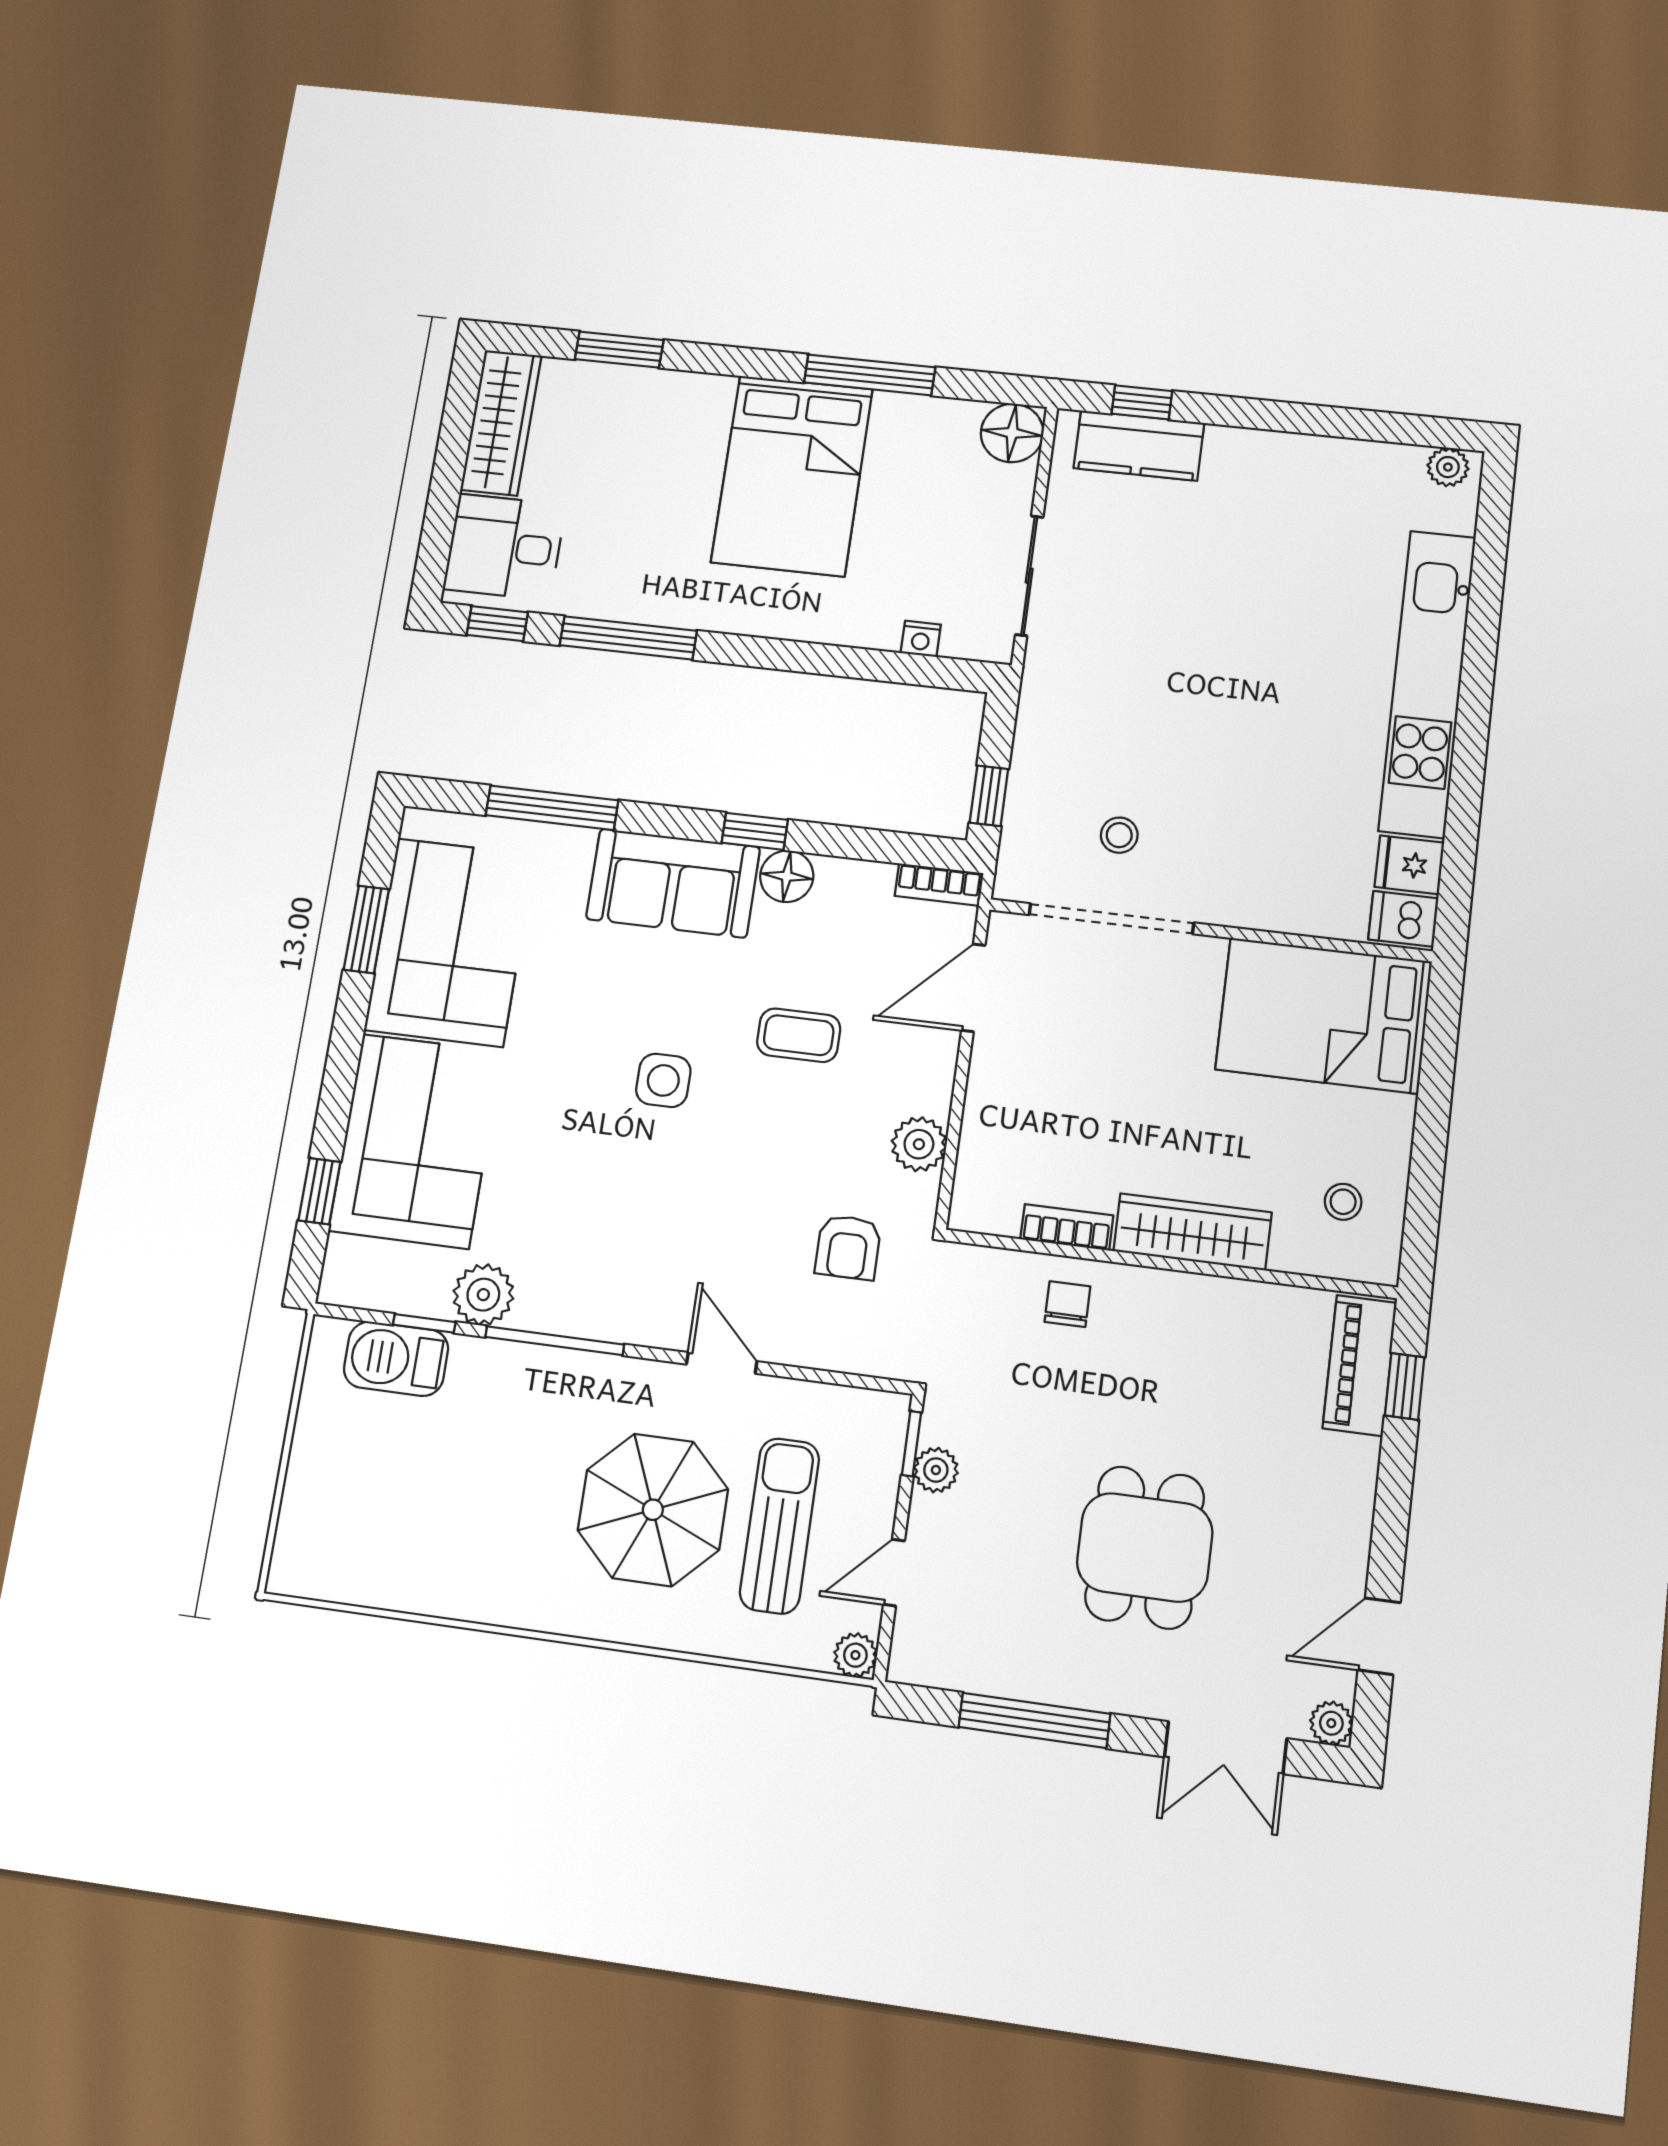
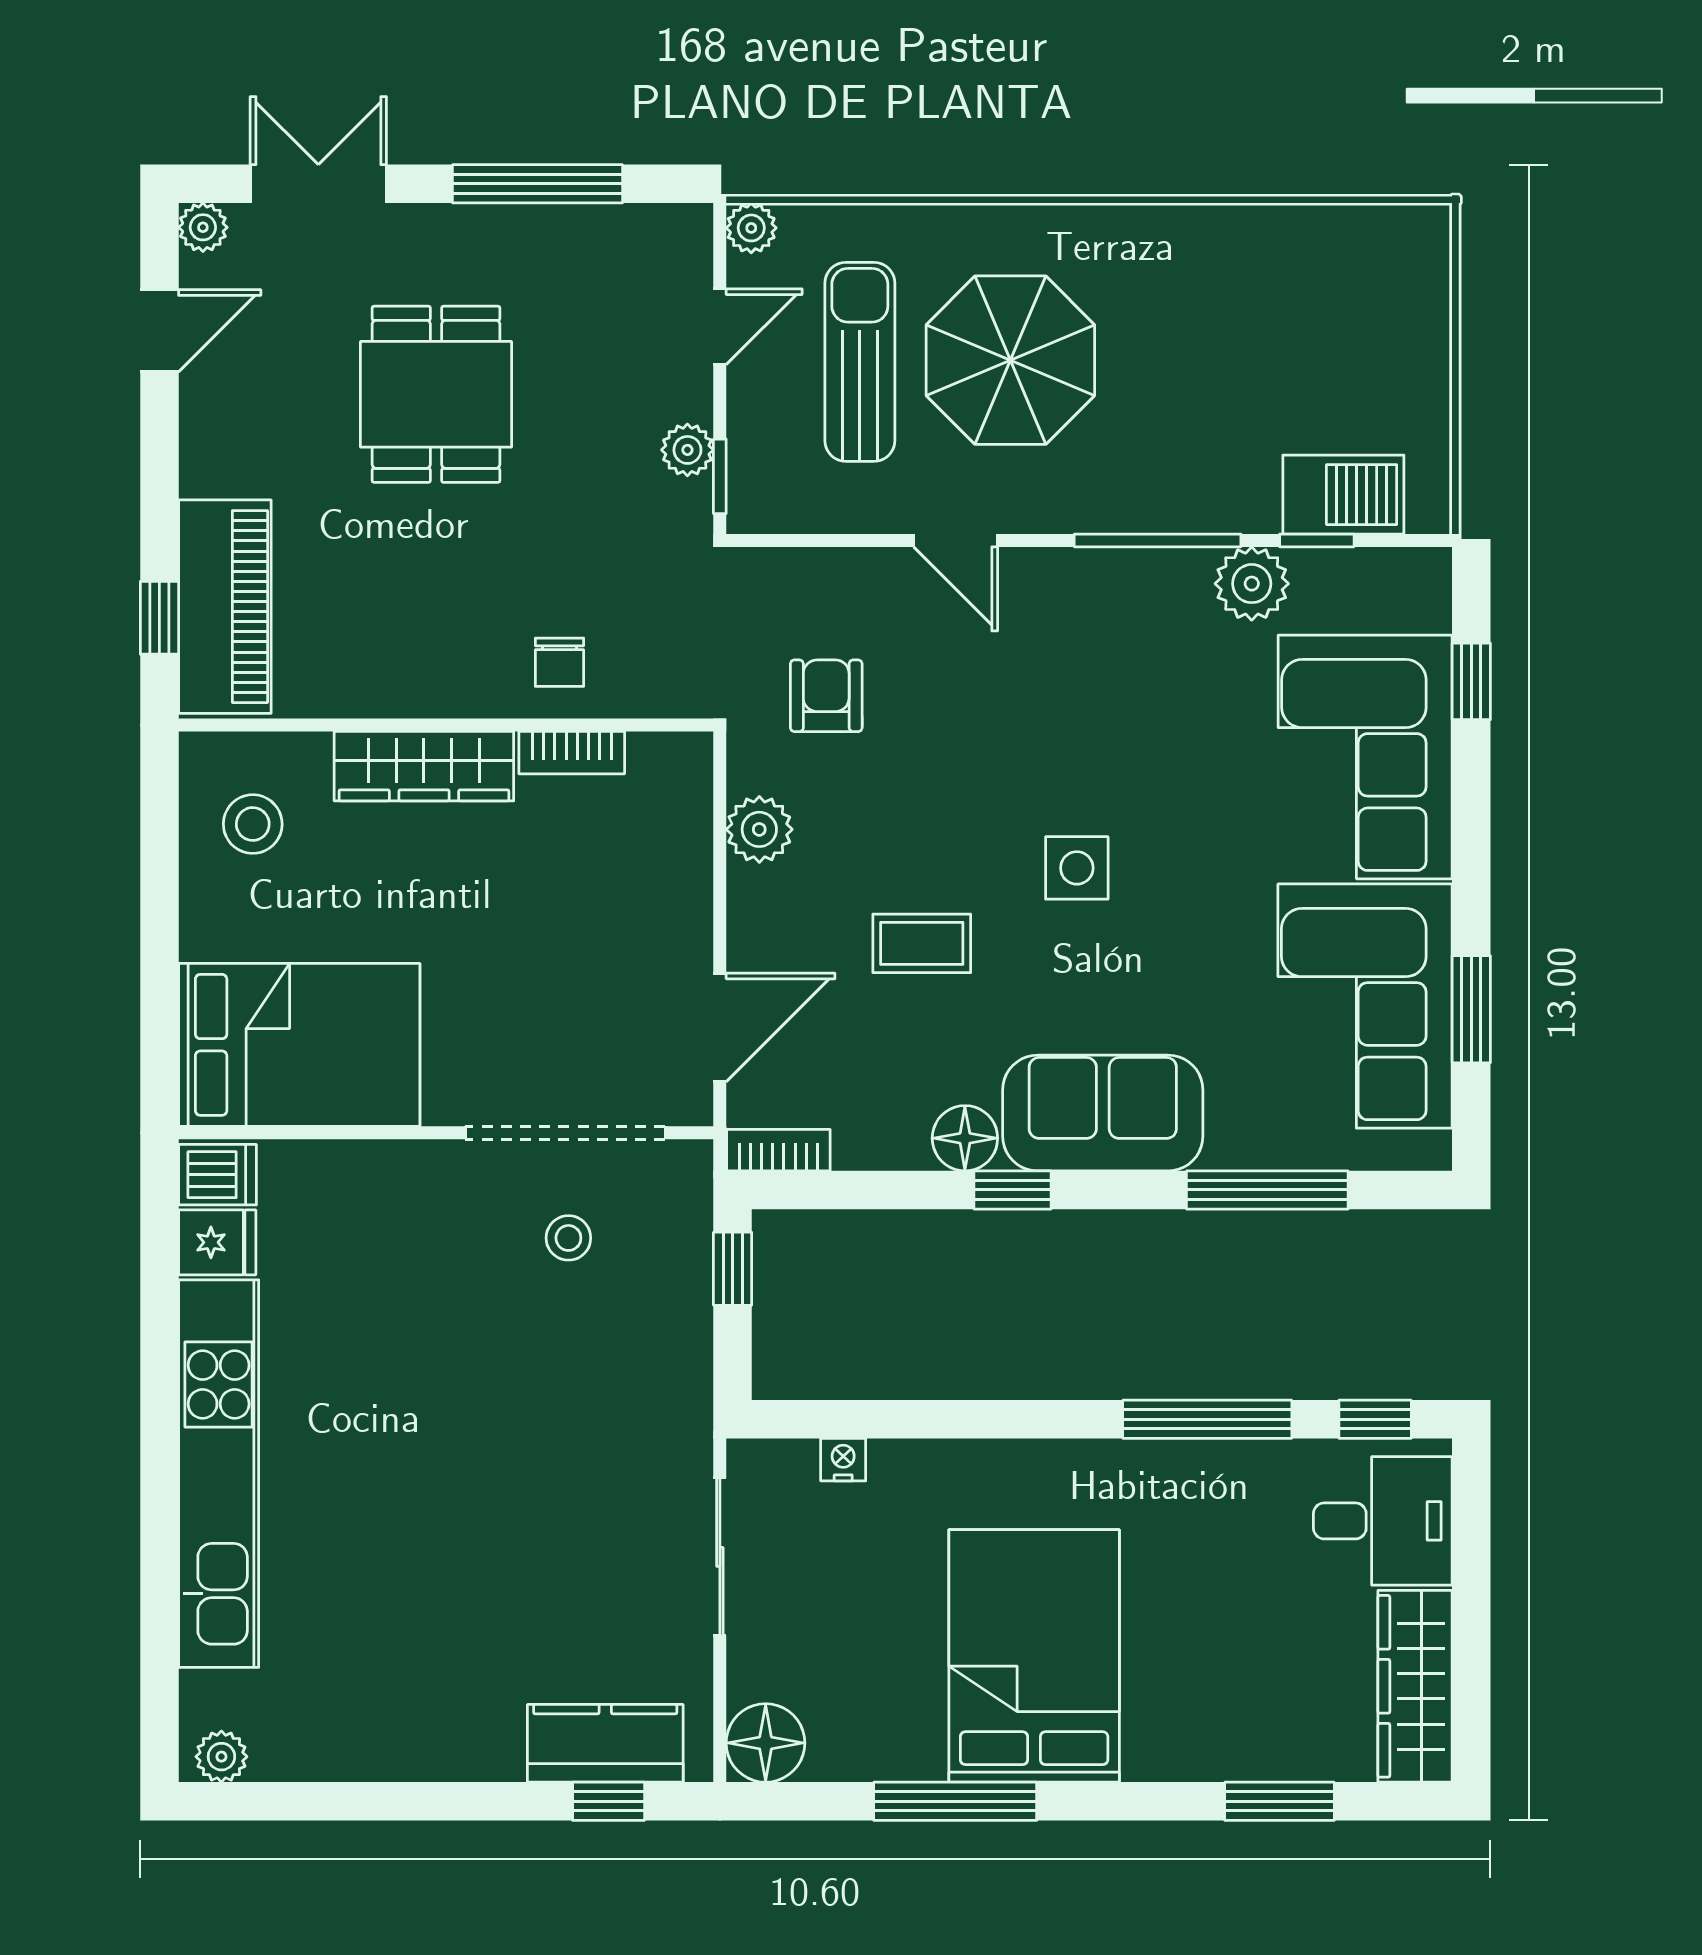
stool: (1343, 1202) -> (253, 824), width x1.37, depth x1.37
piano: (1360, 1365) -> (225, 607), width x1.37, depth x1.33
sun lounger: (780, 1526) -> (860, 362), turned 180

